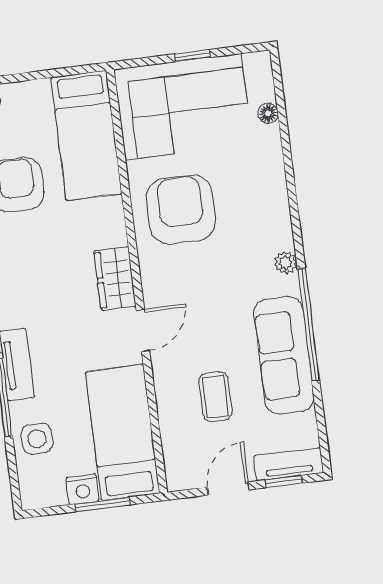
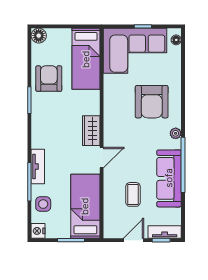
floor lamp: (268, 113) -> (176, 40), moved
armchair: (181, 209) -> (152, 102), moved, turned 180
nightstand: (83, 489) -> (38, 231), moved, turned 90

